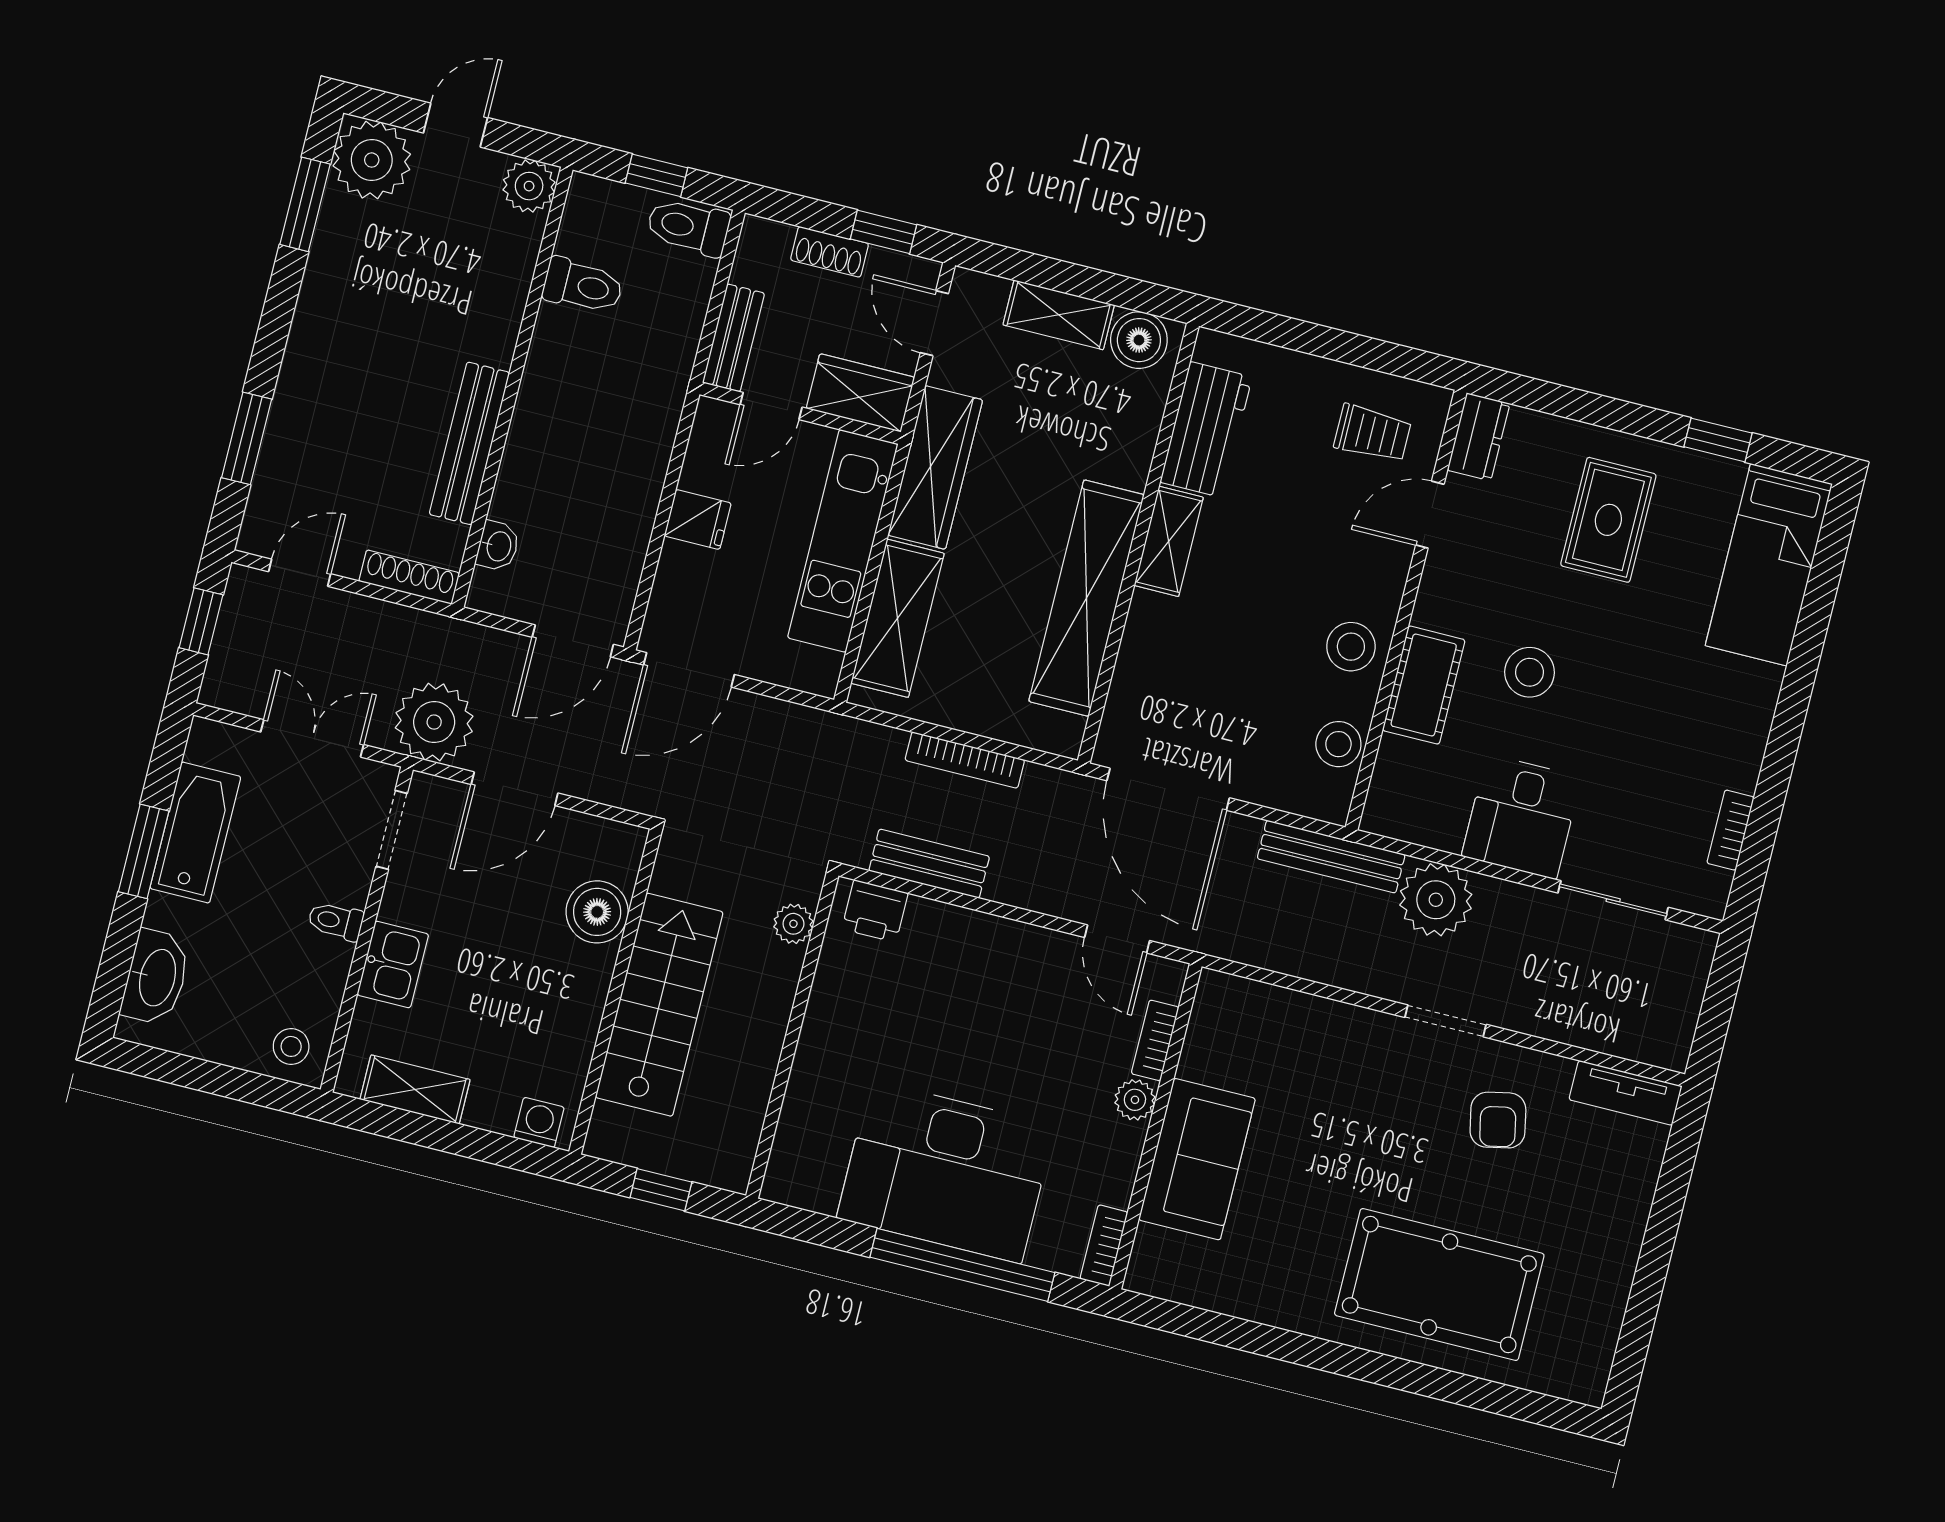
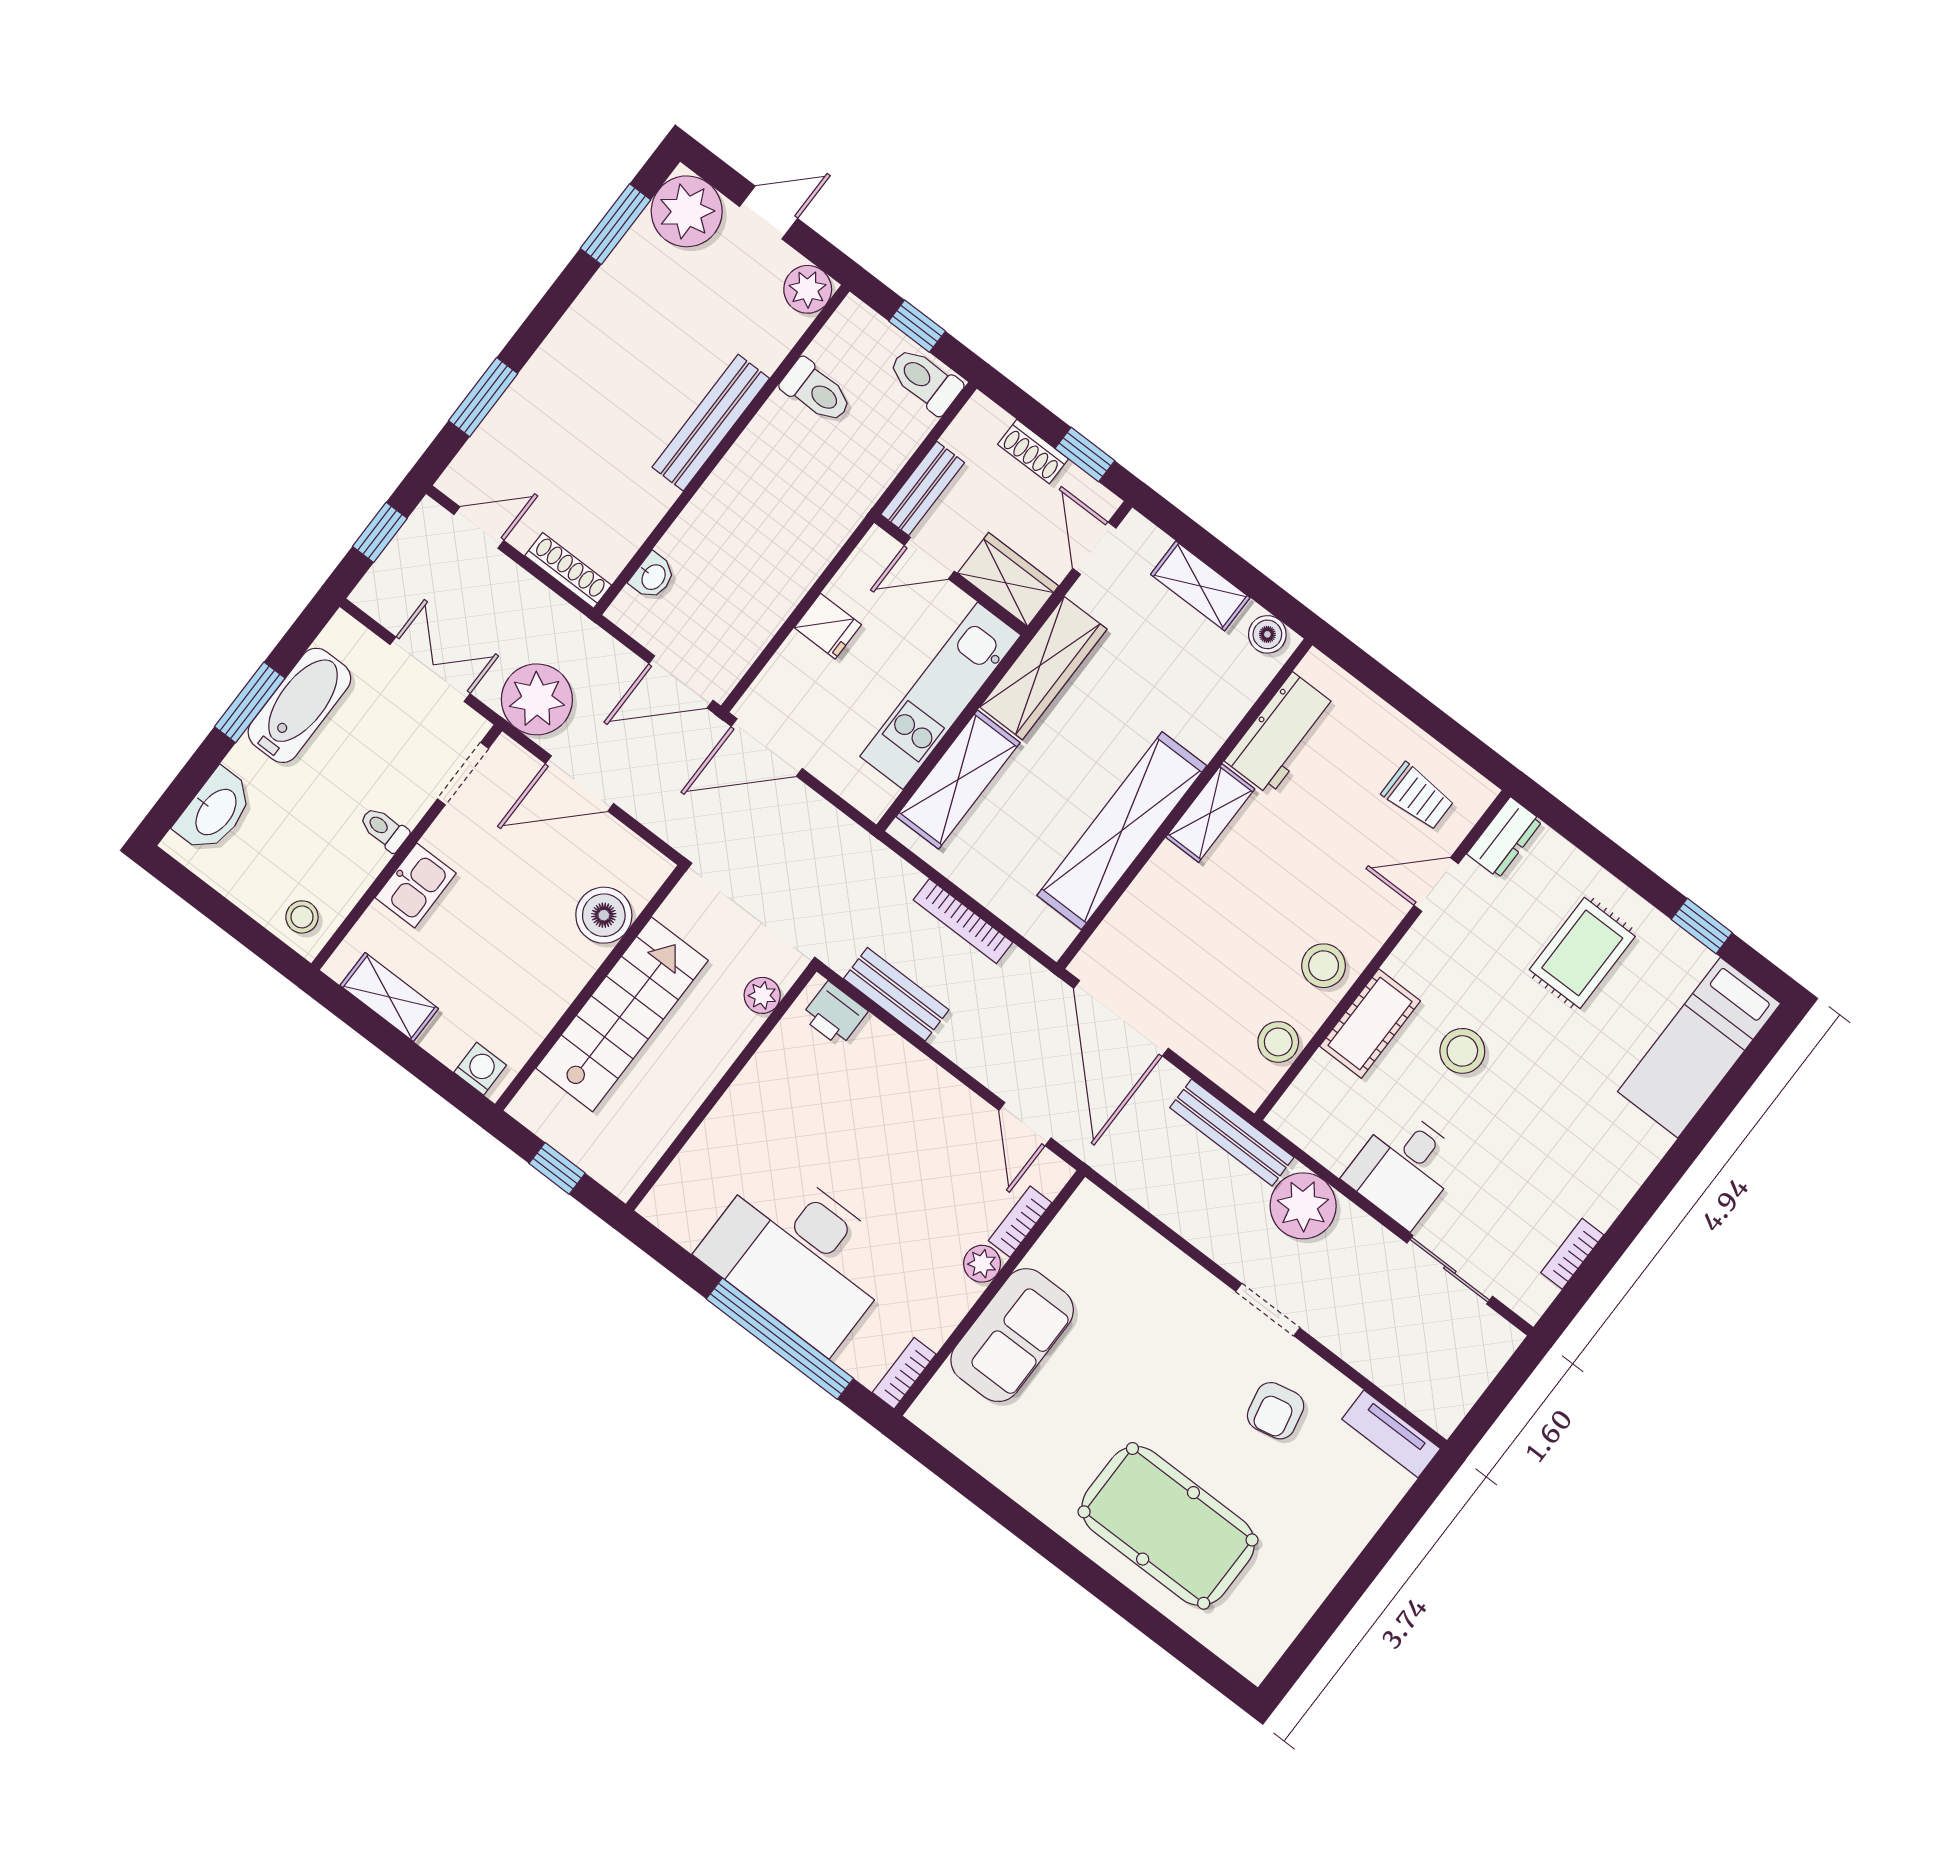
boiler: (1139, 340) -> (1267, 634), width x0.73, depth x0.73
bench: (469, 443) -> (711, 423), moved

